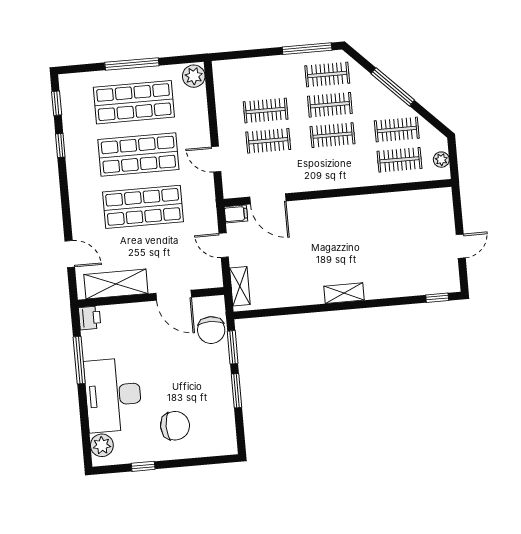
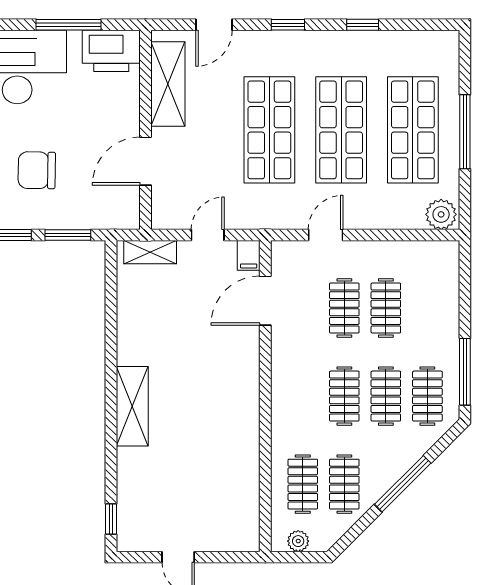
window: (57, 103) -> (288, 25), moved
shelving: (344, 293) -> (132, 406), width x1.50, depth x1.33
printer: (90, 318) -> (111, 51), width x1.87, depth x1.48
chair: (211, 330) -> (37, 170), moved

